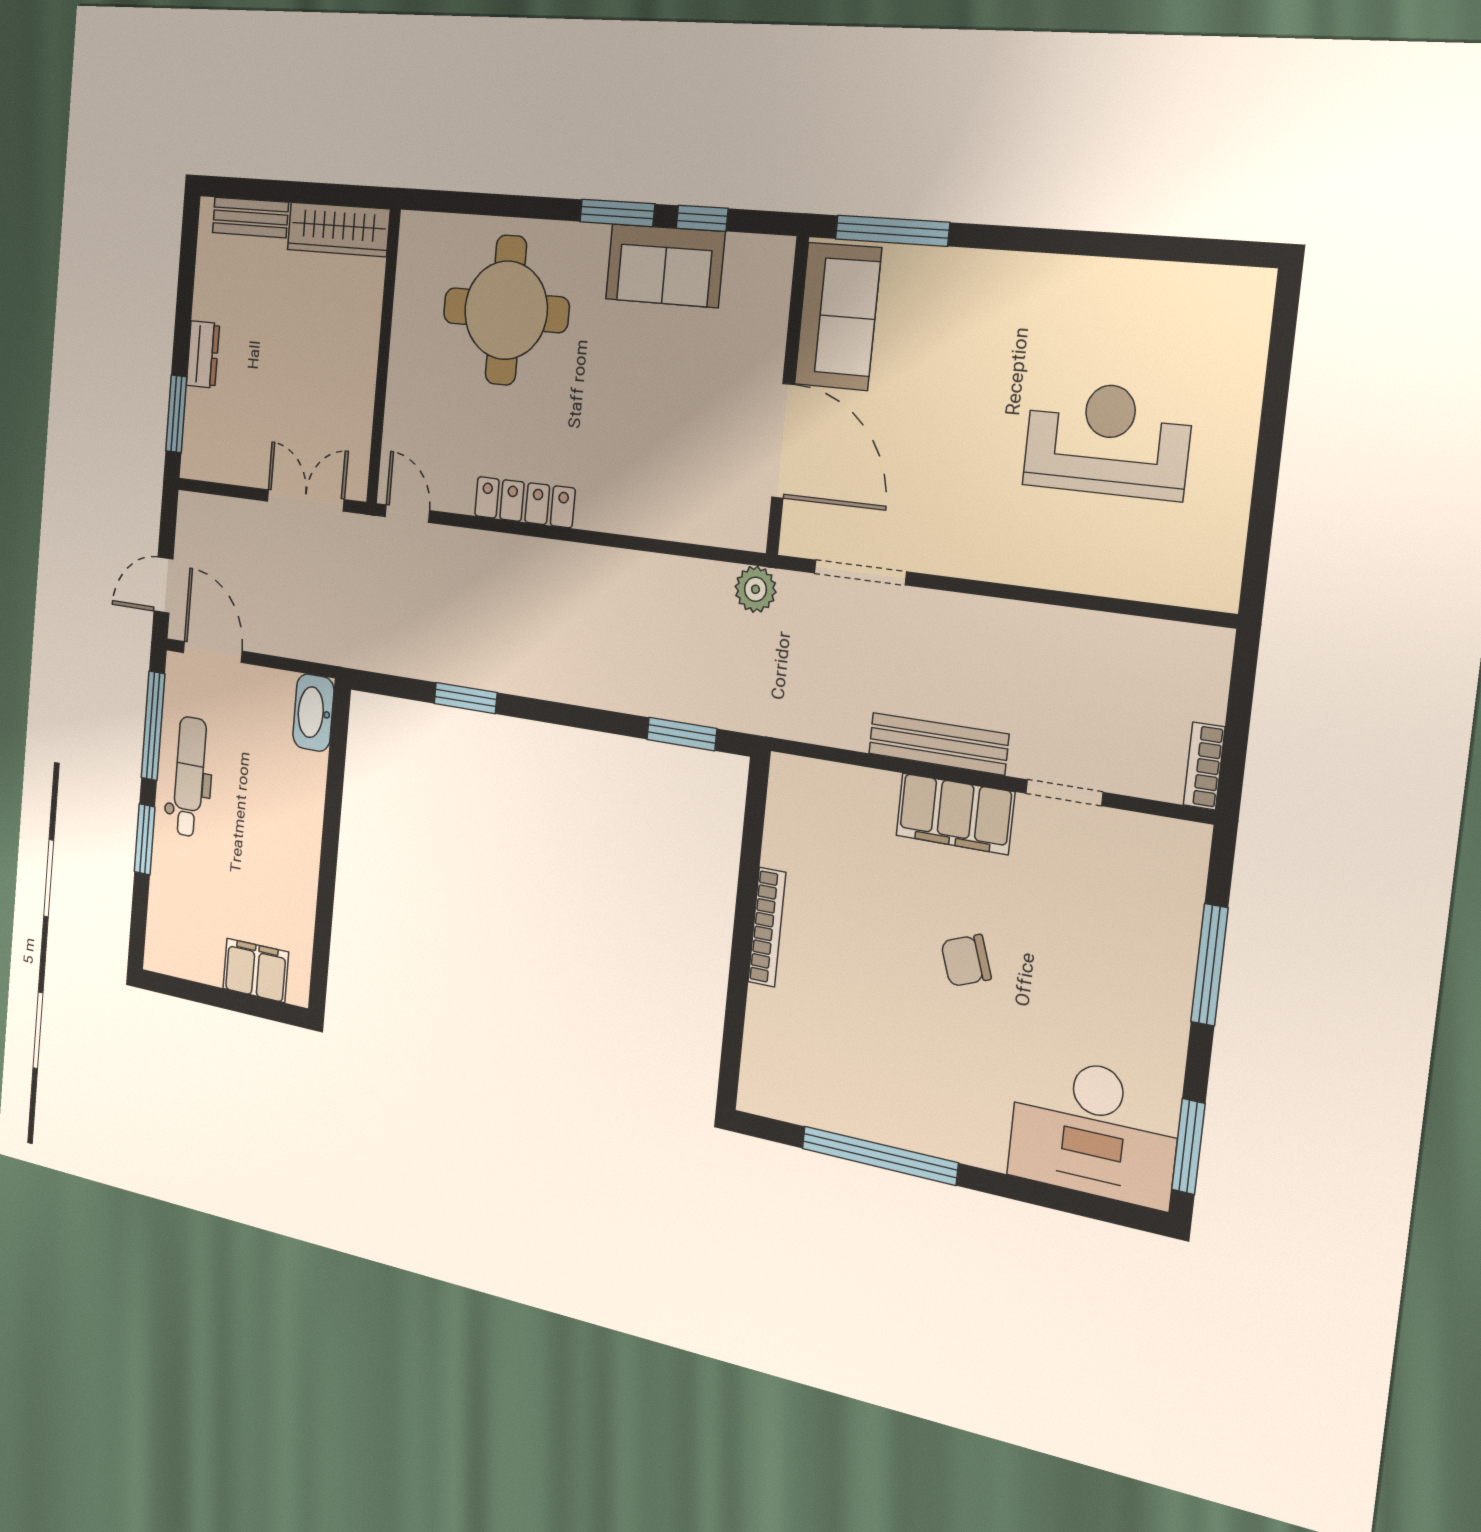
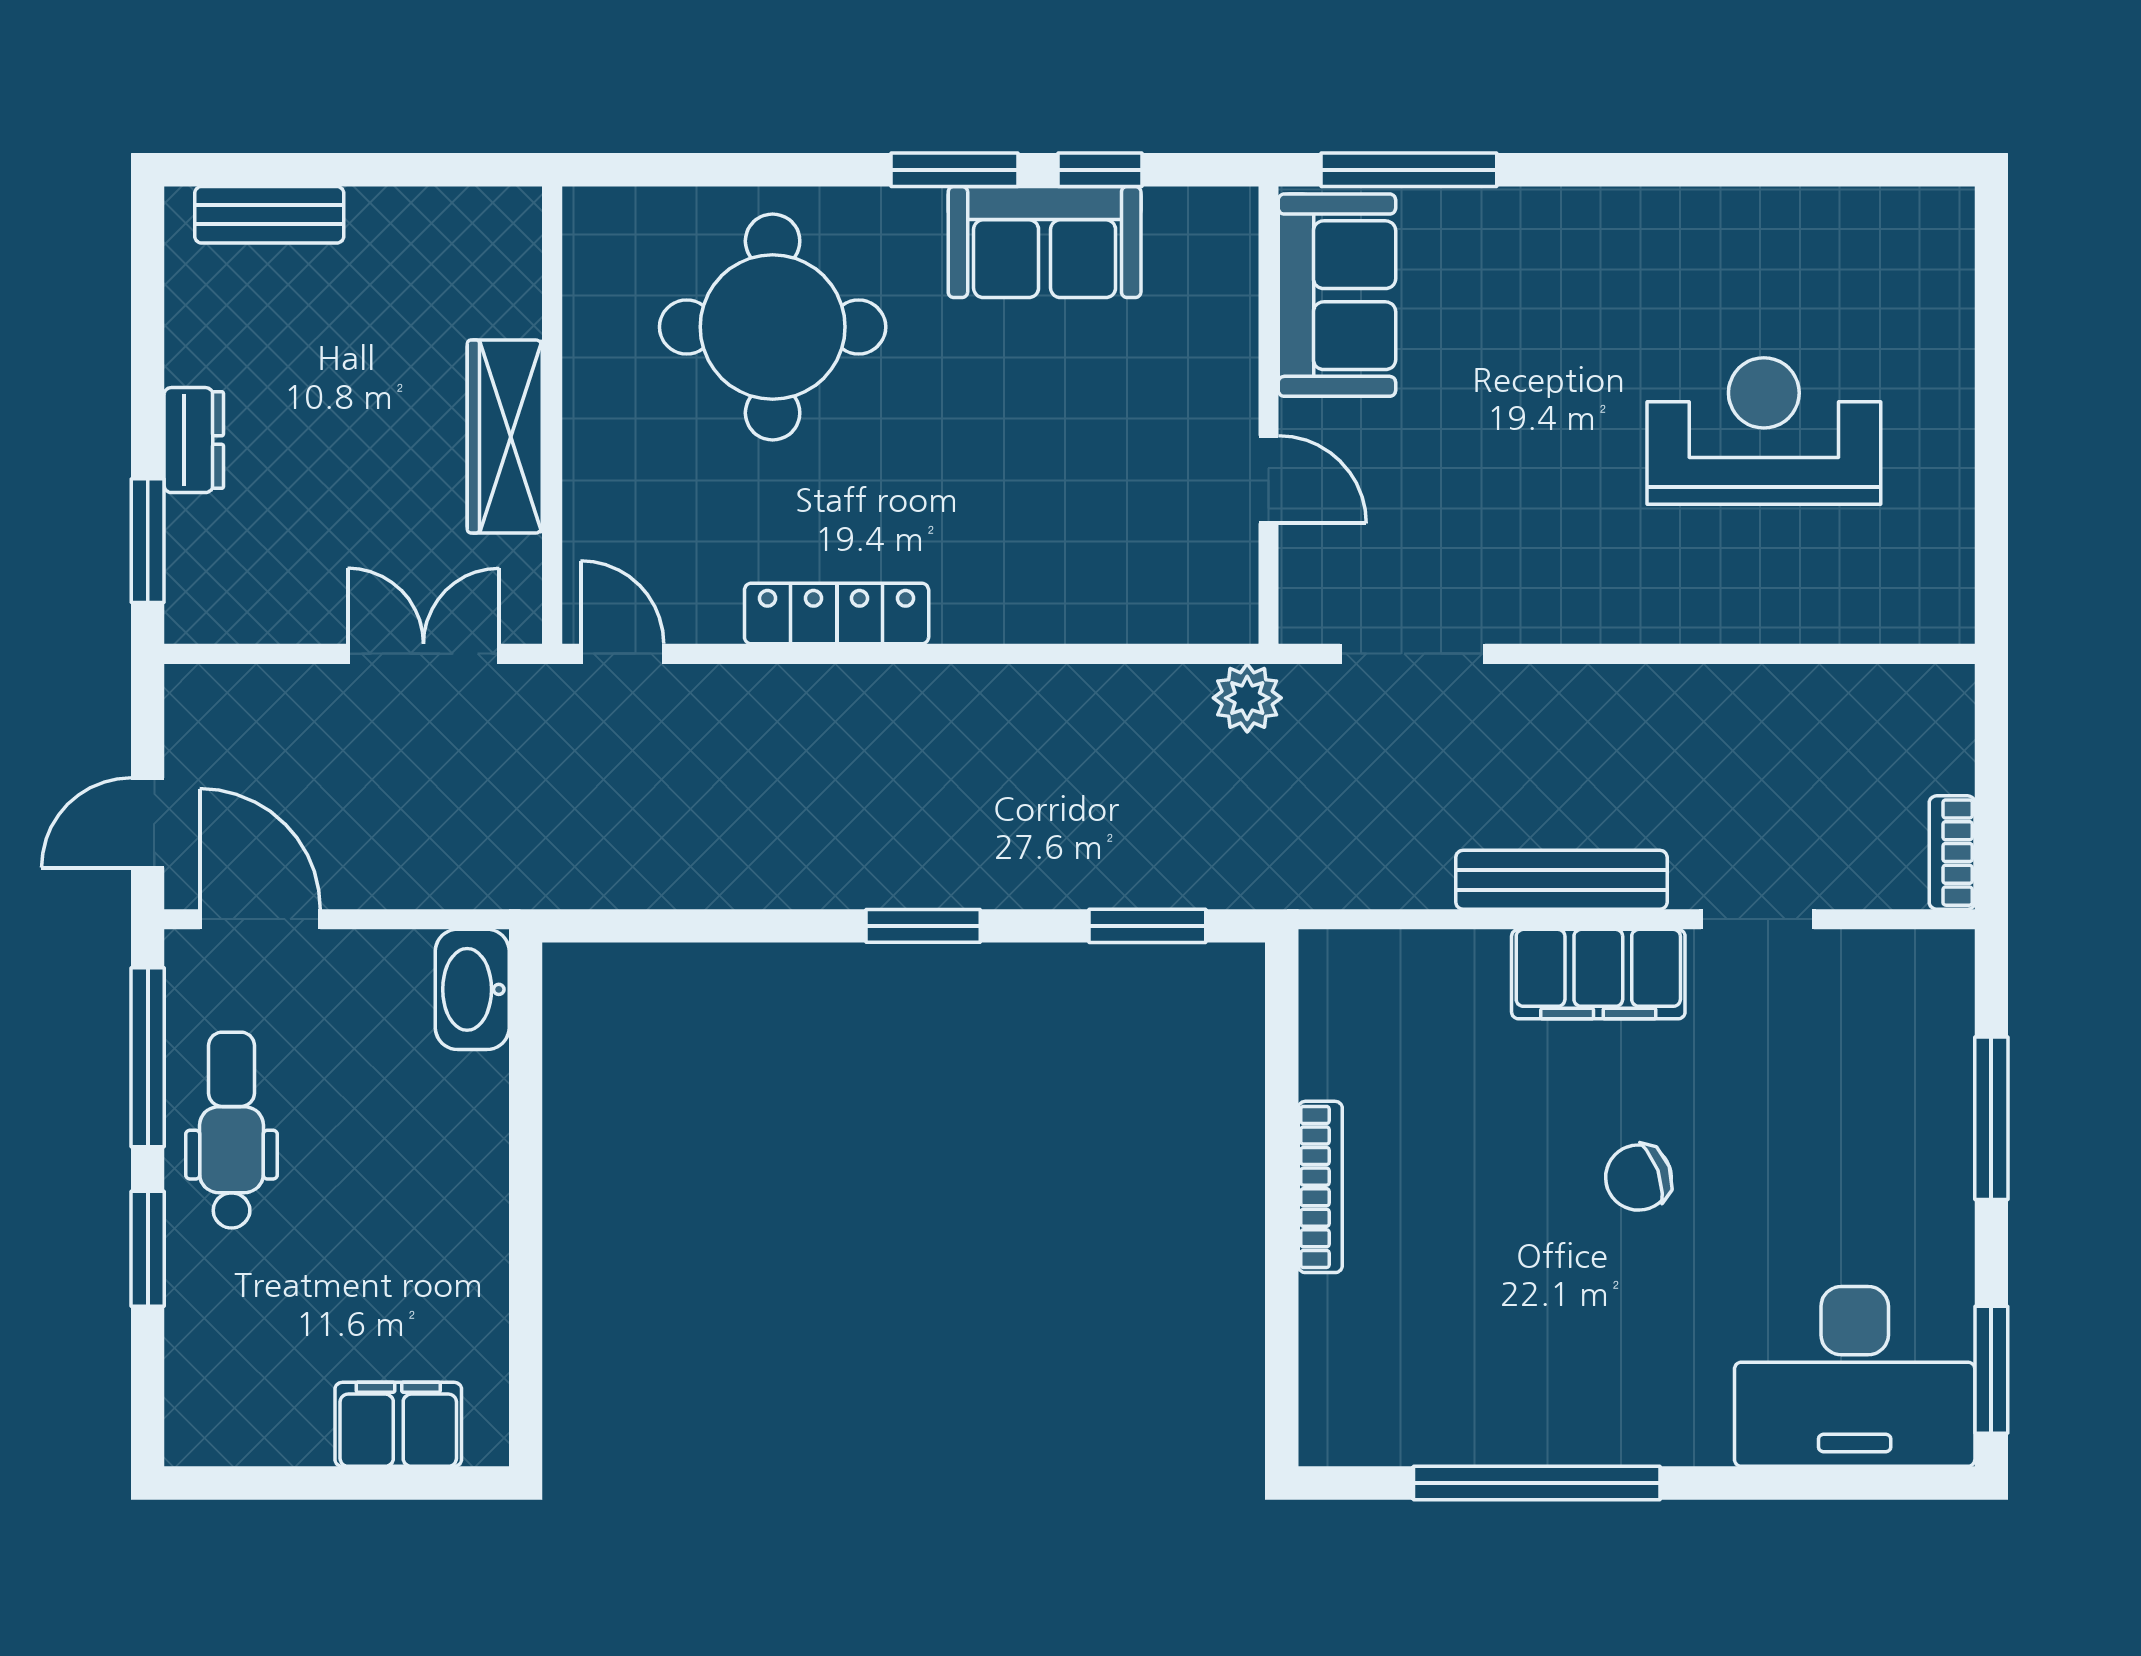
wardrobe: (338, 229) -> (505, 436), moved, turned 90
door: (783, 441) -> (1268, 479), width x0.53
window: (466, 698) -> (923, 926), moved

